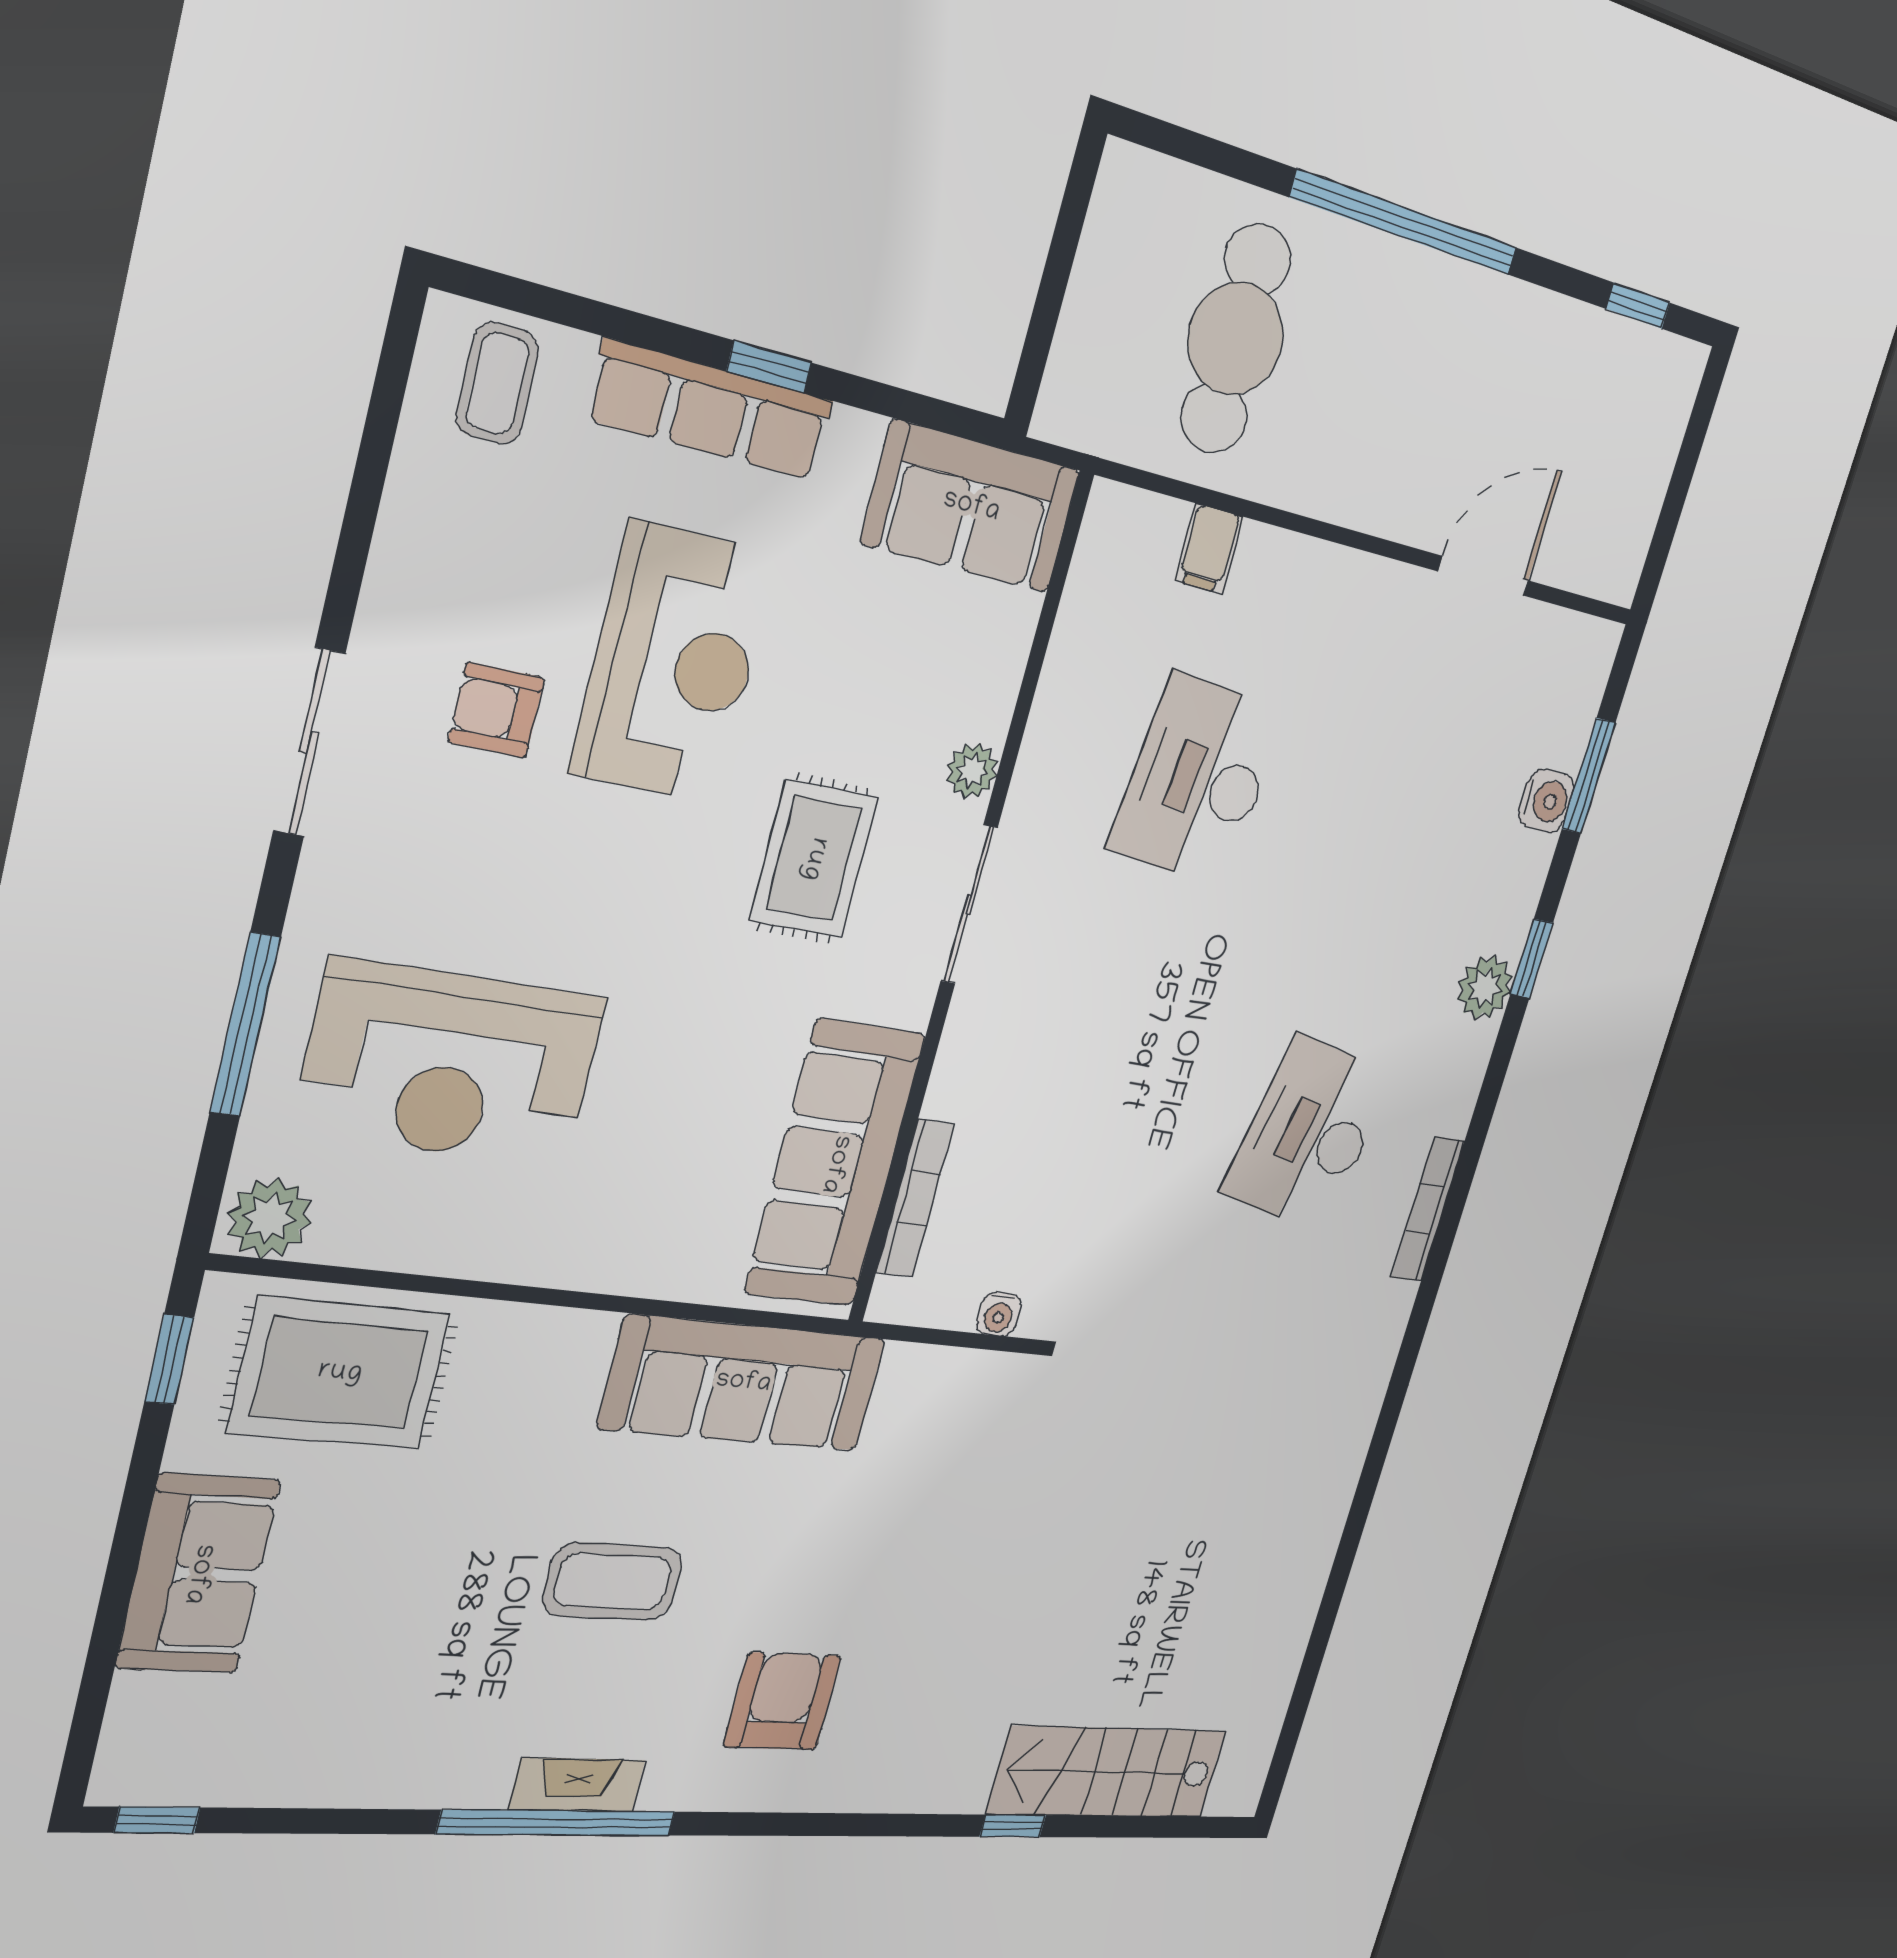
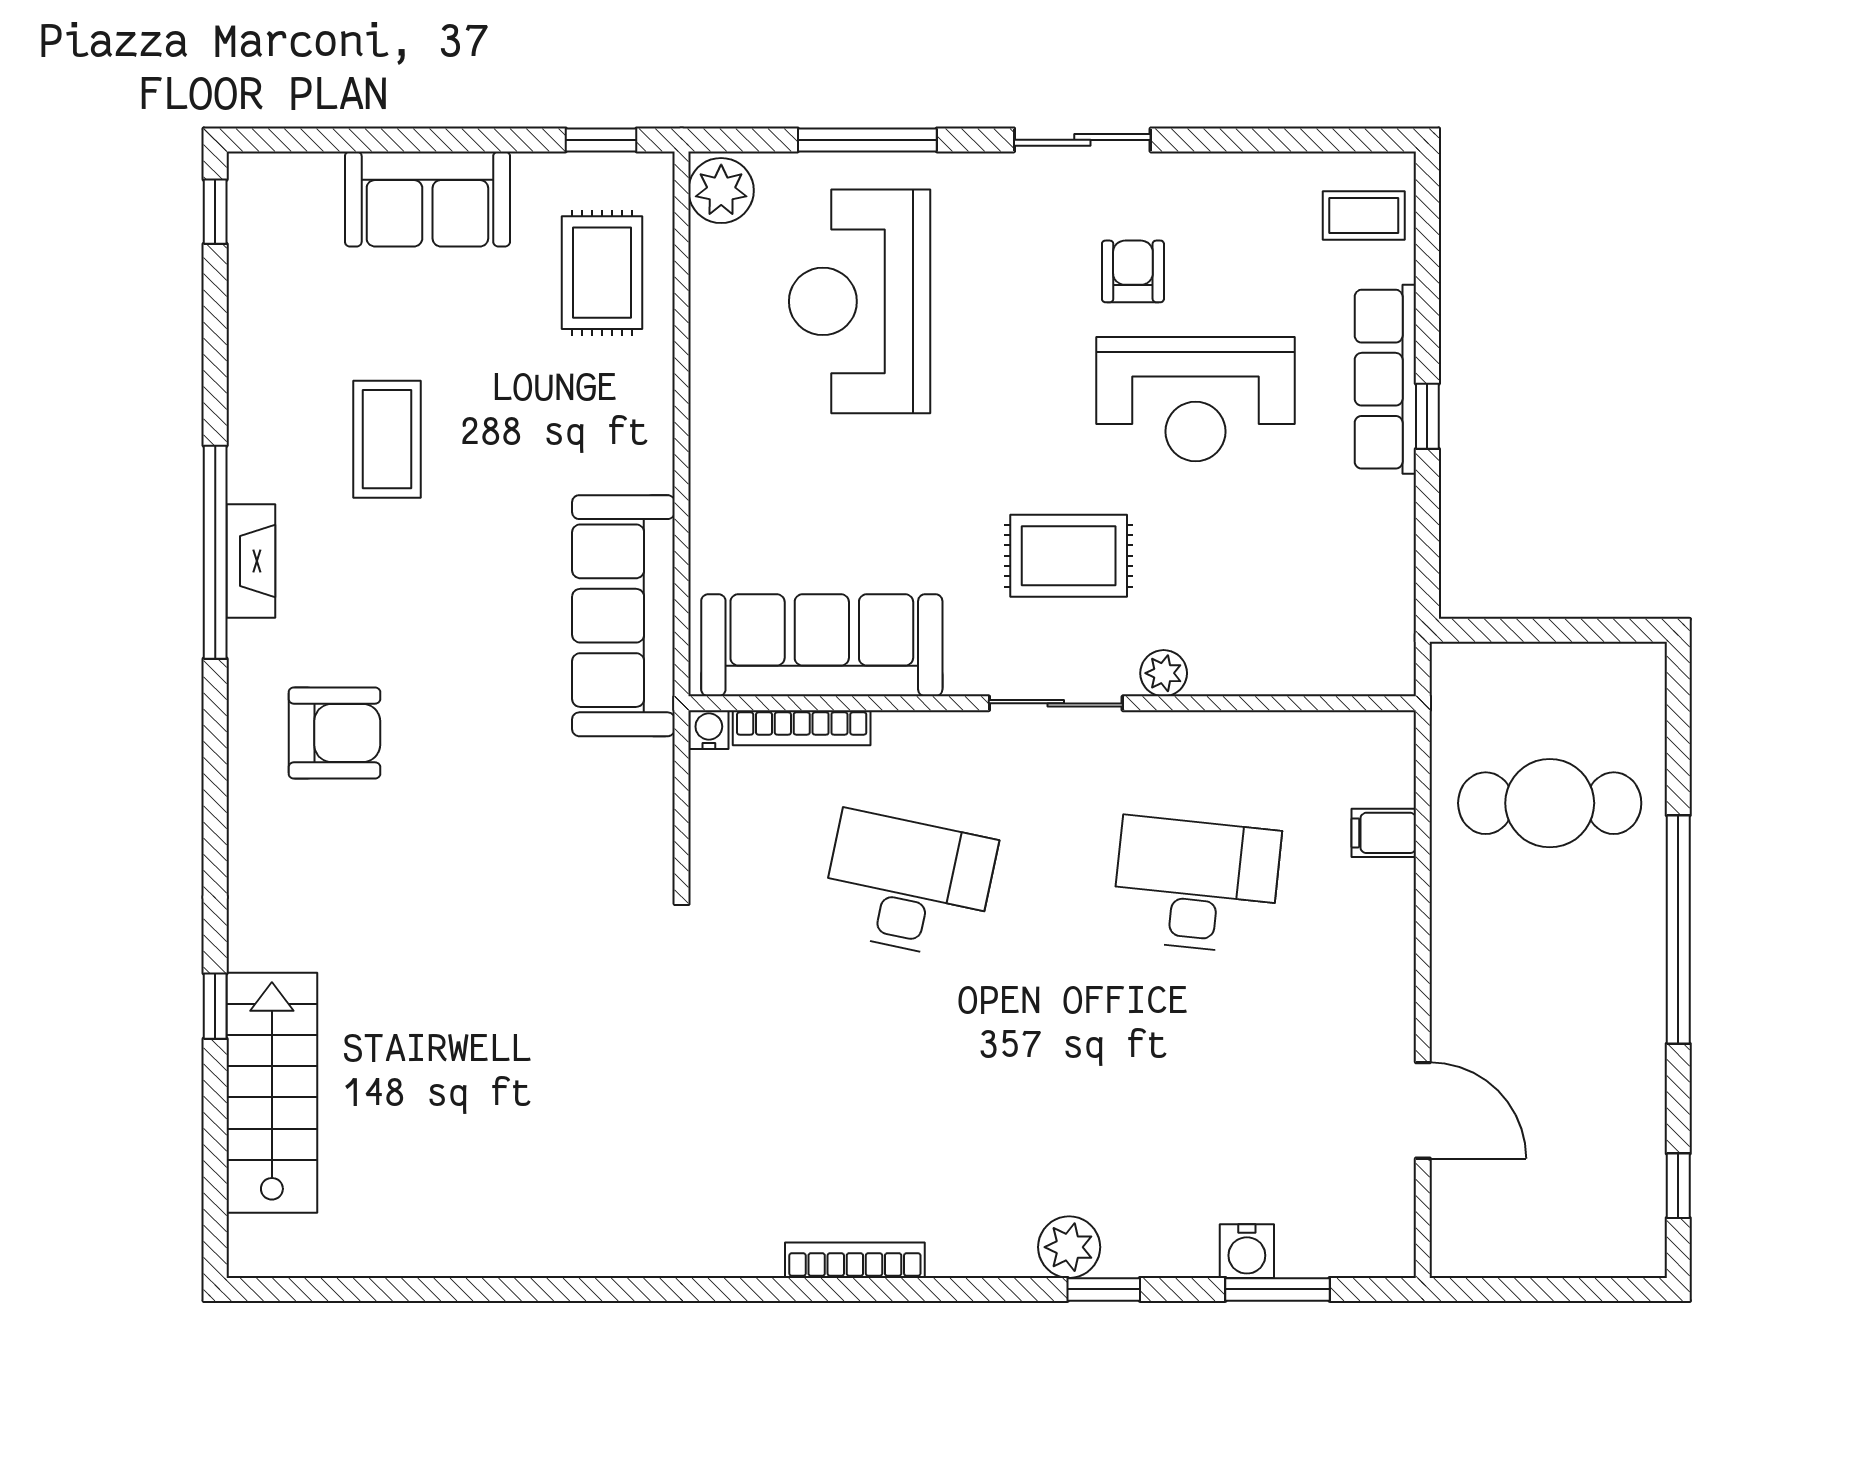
sofa: (971, 507) -> (1366, 611), removed
desk: (1309, 1134) -> (908, 885), moved
water cooler: (999, 1314) -> (709, 730), moved, turned 90
rug: (340, 1373) -> (602, 273), width x0.73, depth x0.70
coffee table: (613, 1582) -> (387, 439), moved

